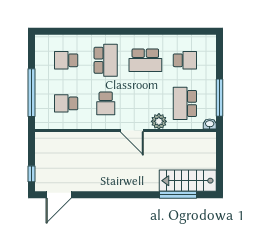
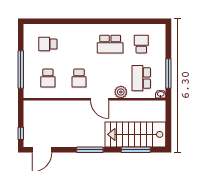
school desk: (106, 60) -> (79, 44), removed
school desk: (185, 60) -> (141, 44), turned -90
school desk: (66, 103) -> (48, 78), turned -90
stairs: (188, 181) -> (135, 134), width x1.36, depth x1.51
window: (120, 195) -> (90, 150), added

